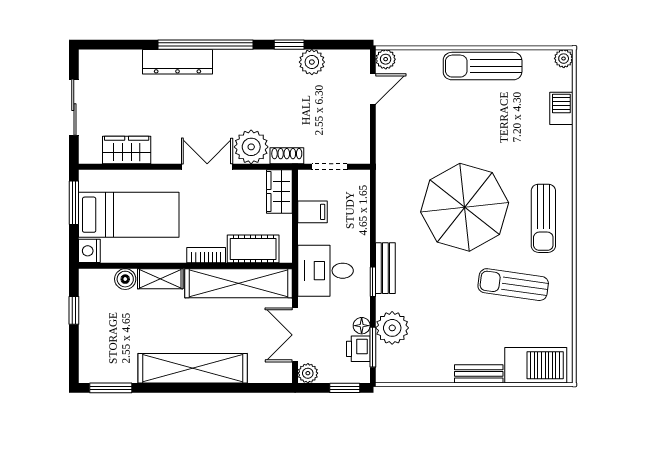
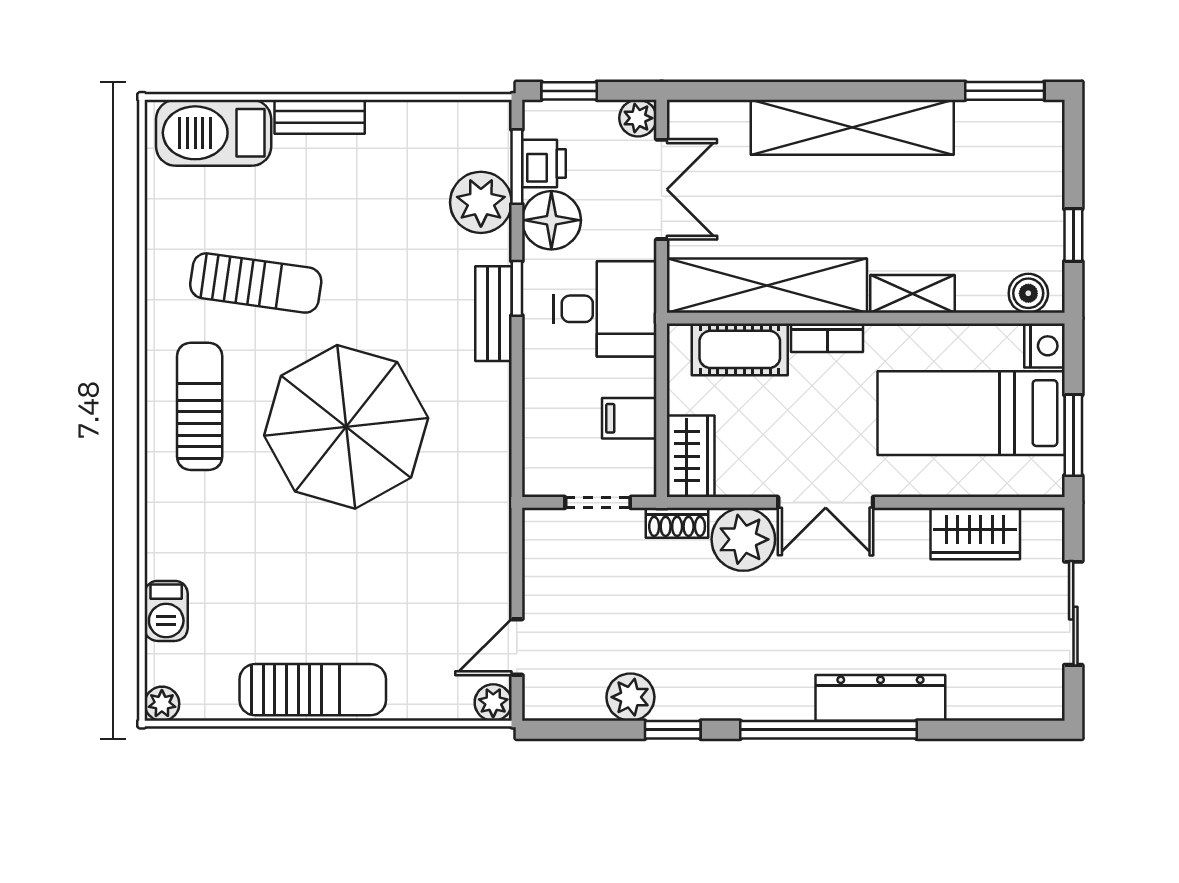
boiler: (125, 279) -> (1028, 293), moved
floor lamp: (362, 326) -> (551, 220), width x1.89, depth x1.89

